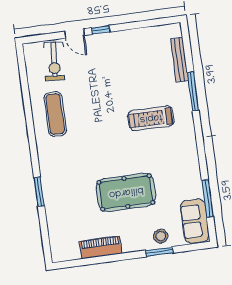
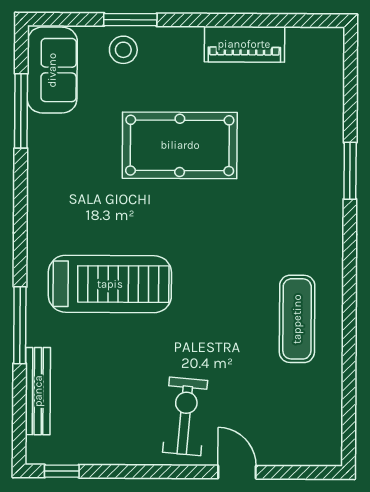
window: (101, 30) -> (62, 471), moved
exercise bike: (54, 61) -> (185, 416), moved
treadmill: (151, 118) -> (110, 284), width x1.37, depth x1.38

